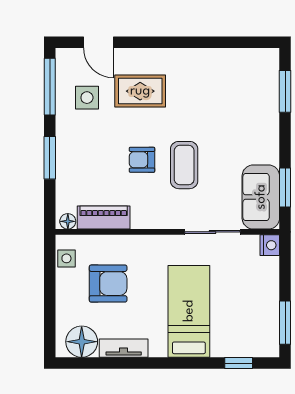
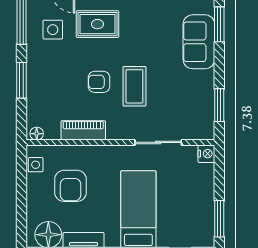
sofa: (261, 197) -> (199, 42), moved
piano: (104, 217) -> (83, 130), moved
armchair: (108, 284) -> (71, 186), turned 90

